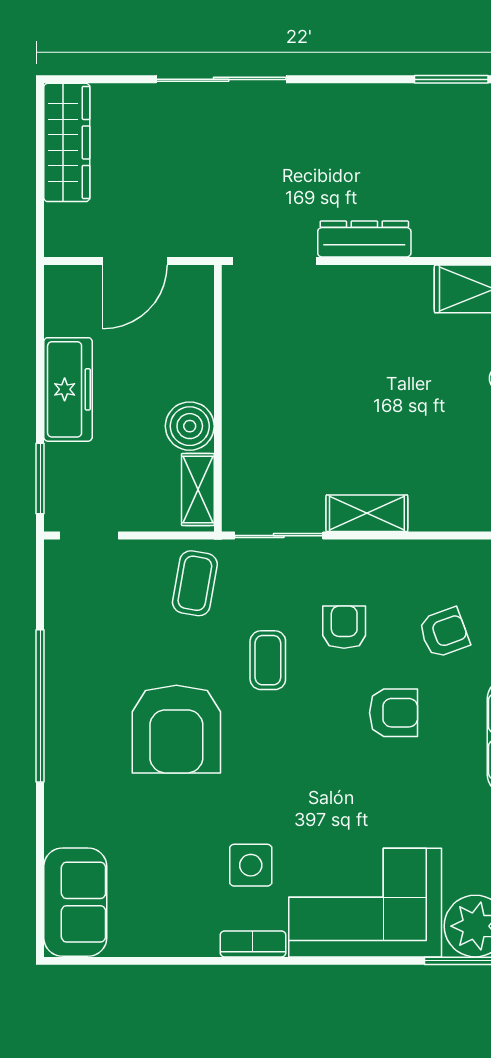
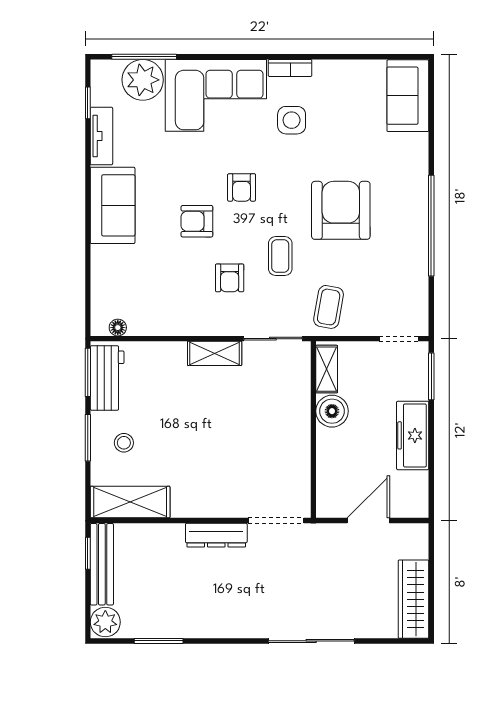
armchair: (444, 633) -> (242, 187), moved, turned -70

